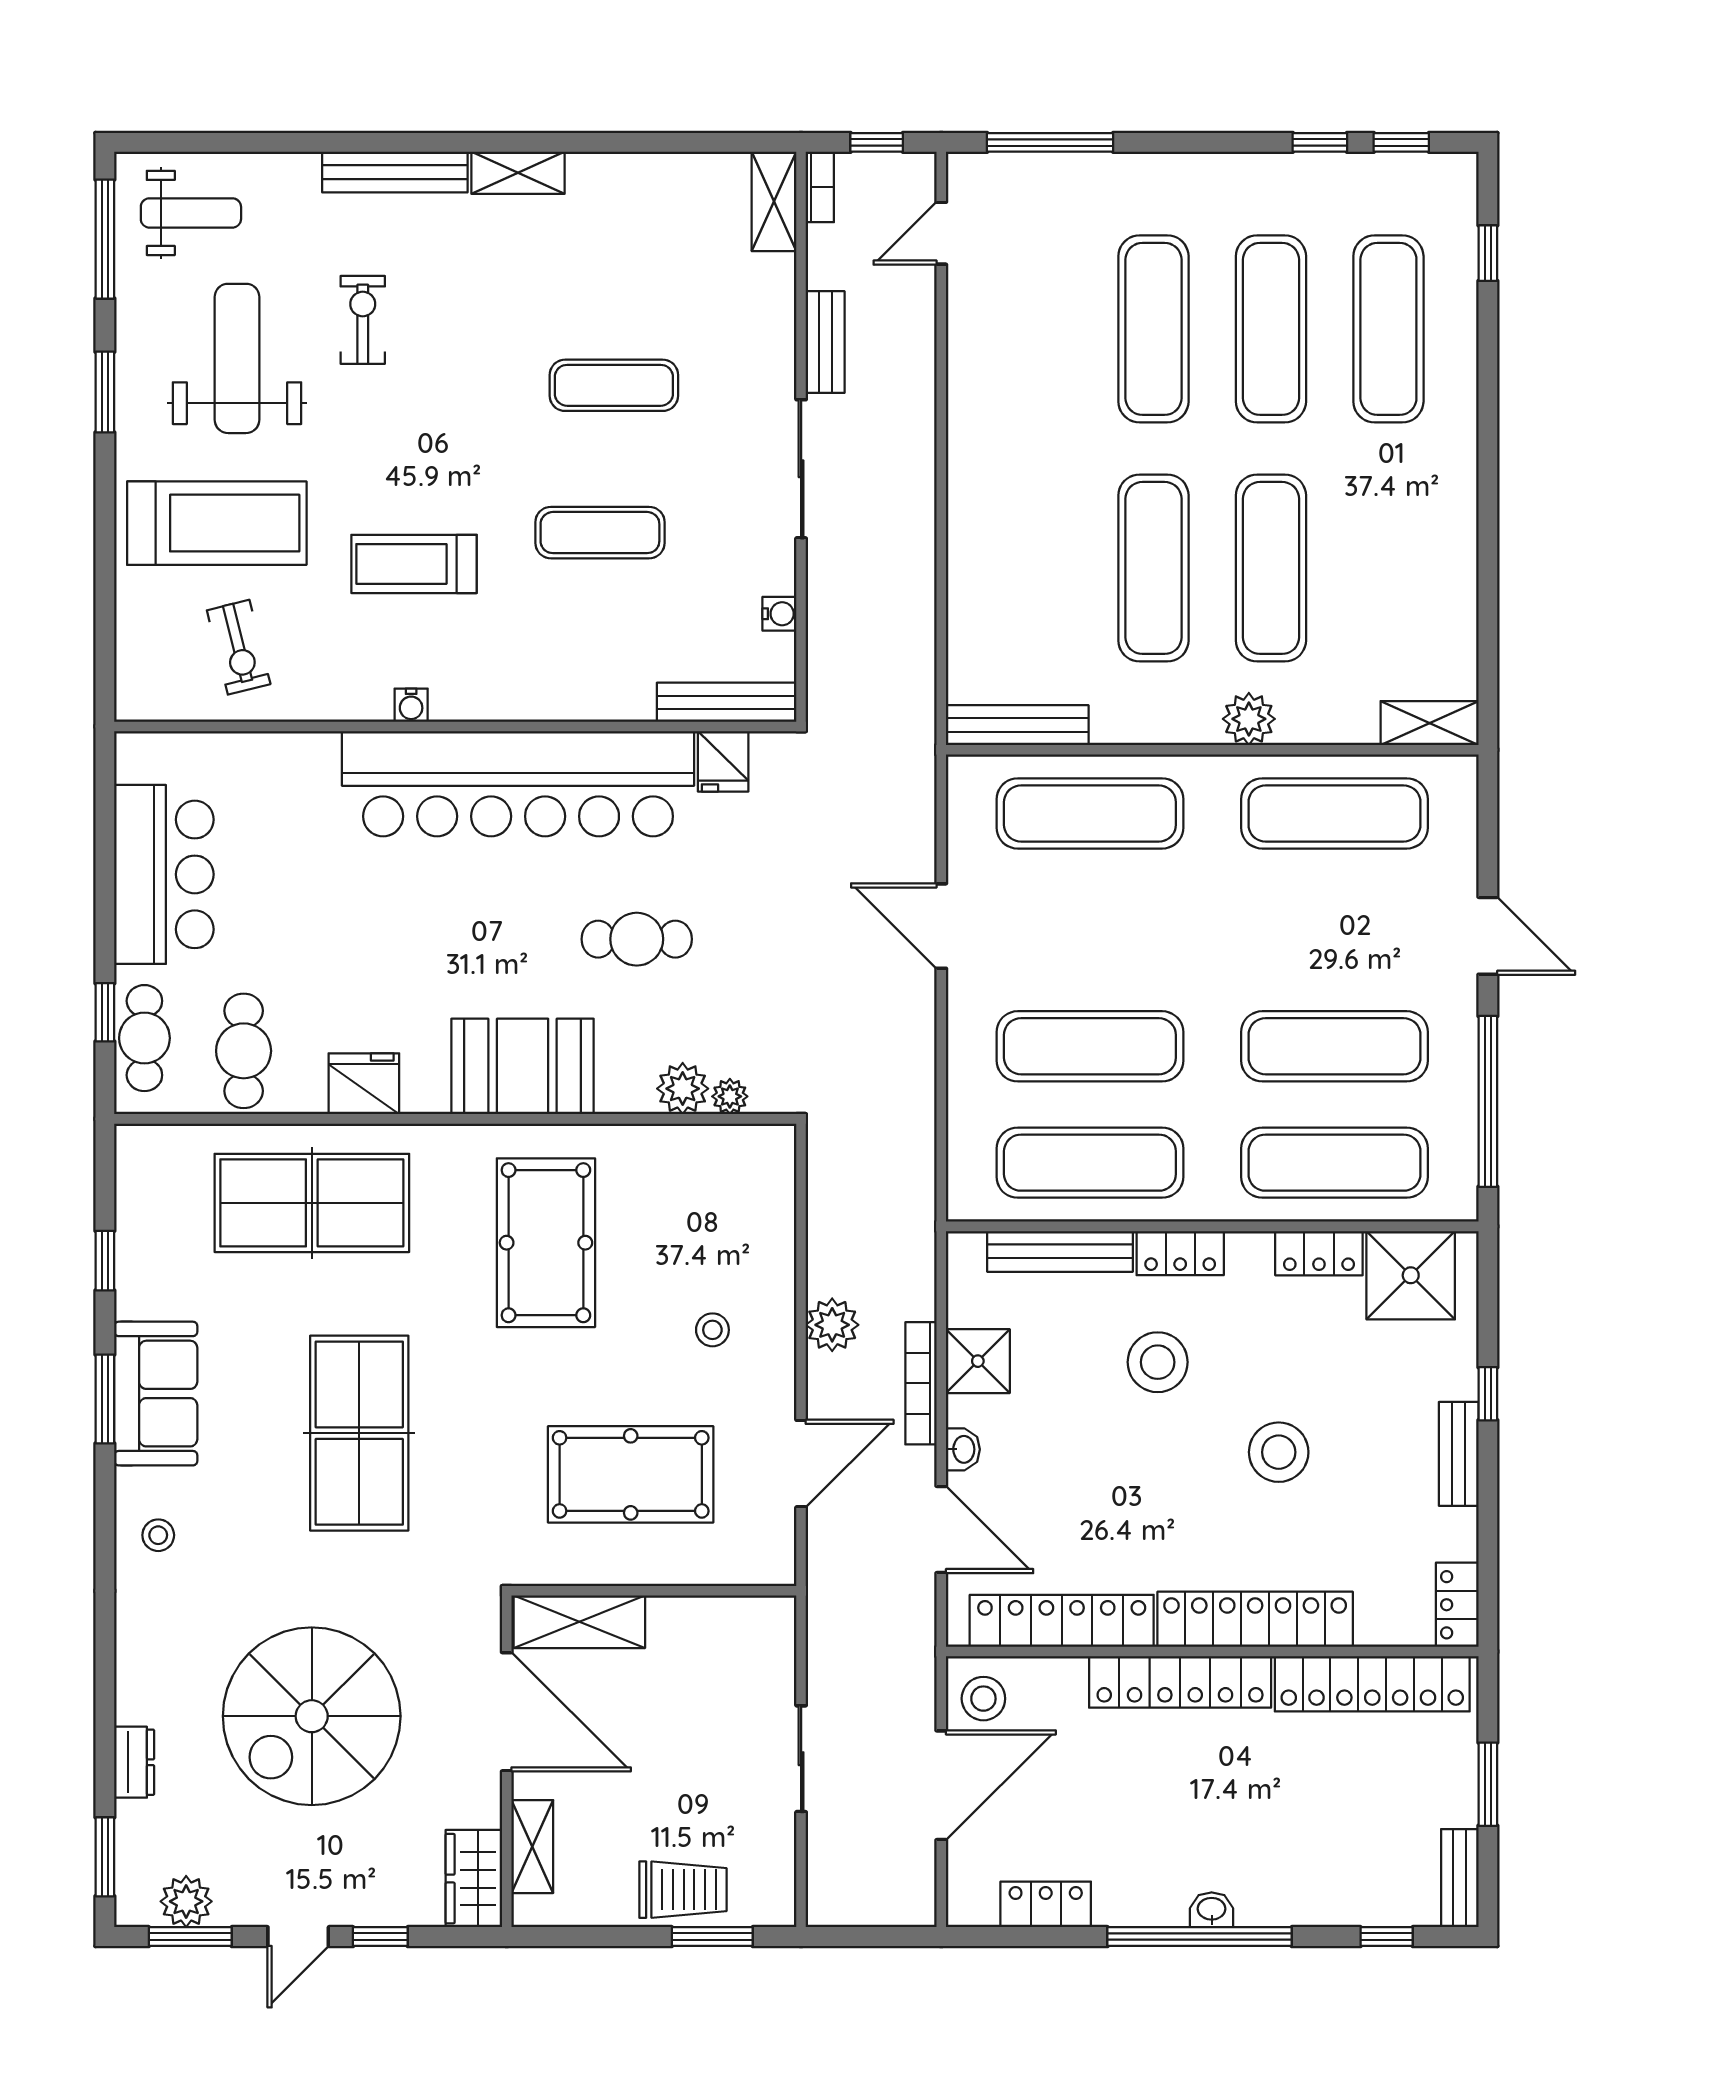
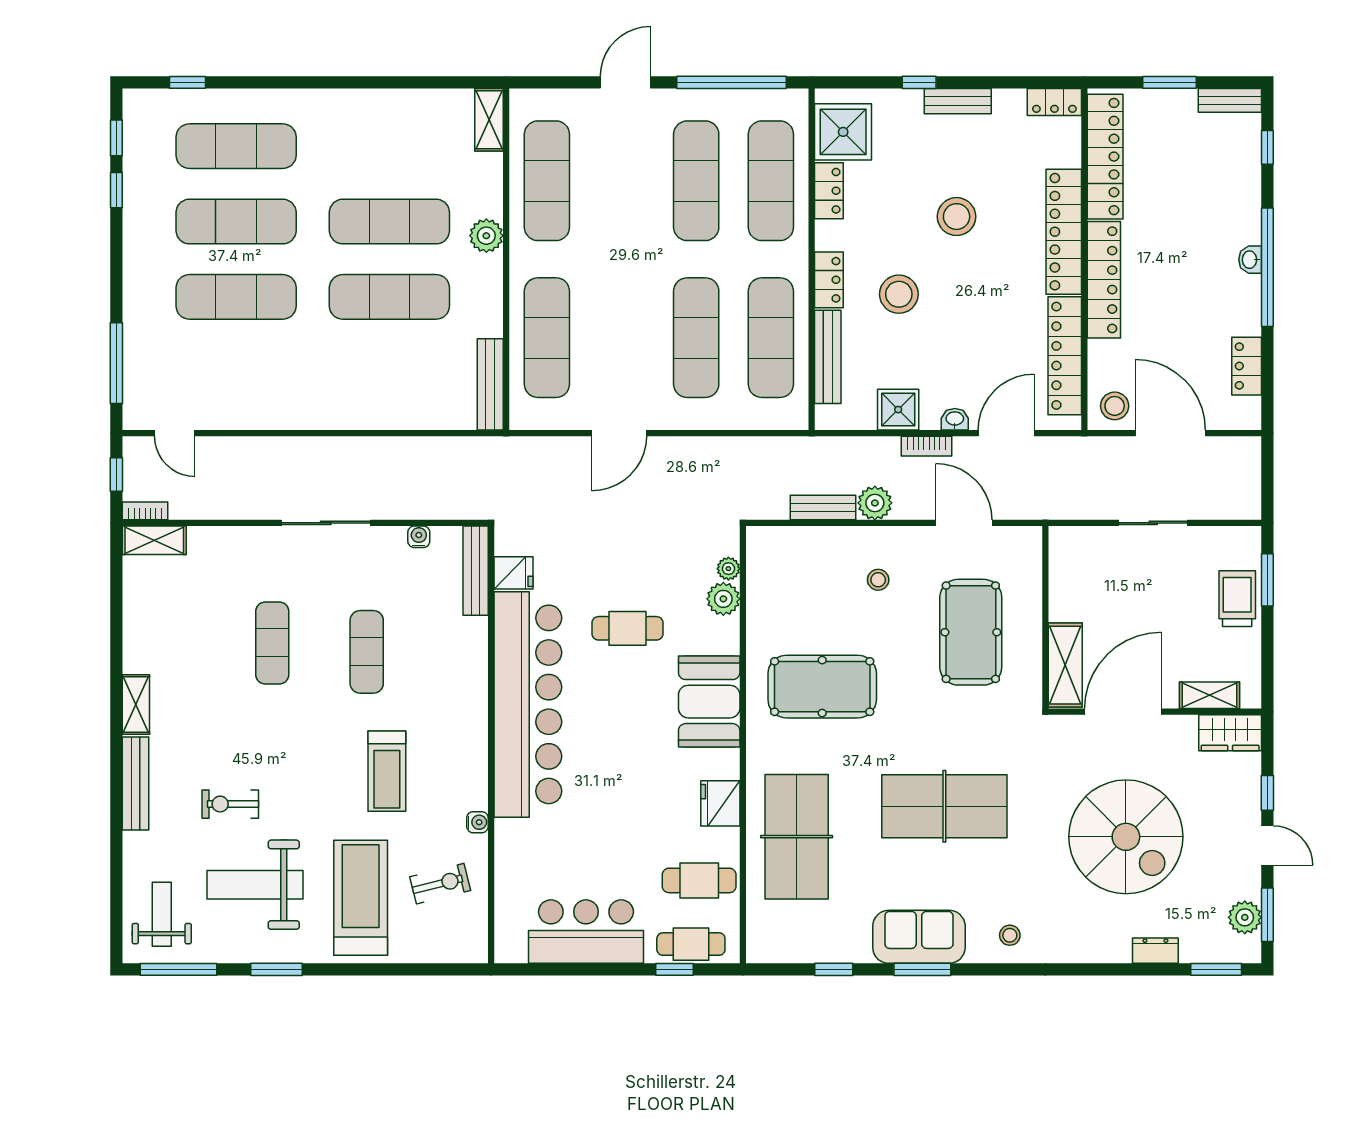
bench: (825, 342) -> (823, 507), moved
water cooler: (411, 705) -> (477, 822), moved
cafe table: (637, 939) -> (627, 628), turned 90
bookcase: (921, 1383) -> (927, 446), width x0.64

